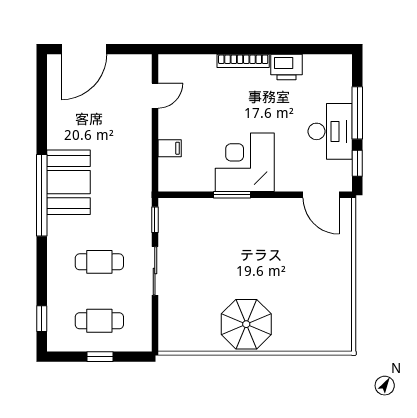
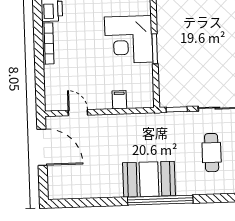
door: (84, 49) -> (42, 147), moved

